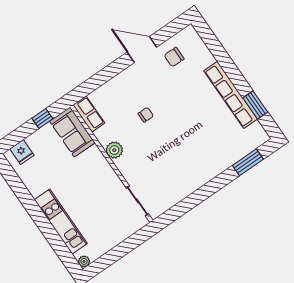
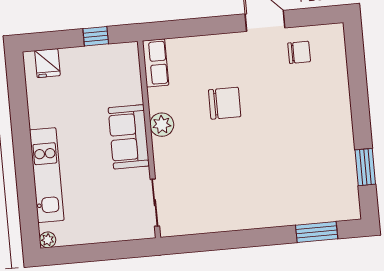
chair: (174, 57) -> (299, 52), turned 180
row of seats: (231, 95) -> (342, 138), removed
chair: (146, 115) -> (225, 103), width x1.87, depth x1.87
sofa: (72, 132) -> (129, 137), moved

